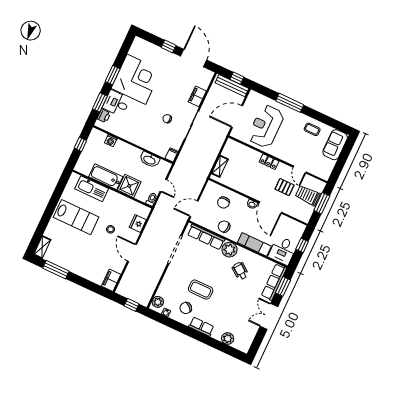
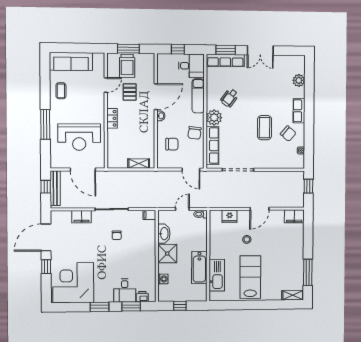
corner desk: (136, 79) -> (73, 283), moved
sofa: (335, 145) -> (71, 61), width x1.36
shower: (129, 186) -> (167, 254), moved
plant: (158, 302) -> (294, 163), removed

